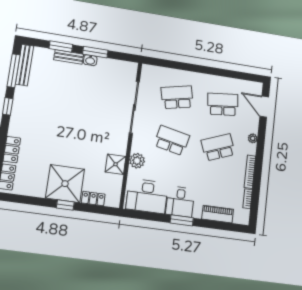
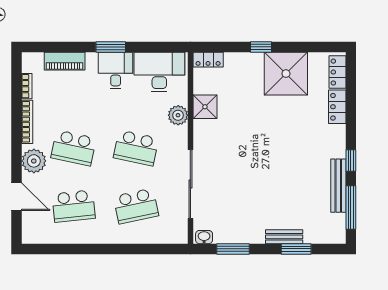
window: (95, 52) -> (233, 249), moved
washbasin: (90, 60) -> (204, 237), moved
bench: (25, 65) -> (338, 186), moved
door: (264, 107) -> (17, 197), moved
plant: (253, 138) -> (34, 161), width x1.88, depth x1.88
school desk: (218, 147) -> (74, 148), turned 33
shower: (65, 184) -> (286, 74), moved
locker: (93, 199) -> (208, 60), moved

